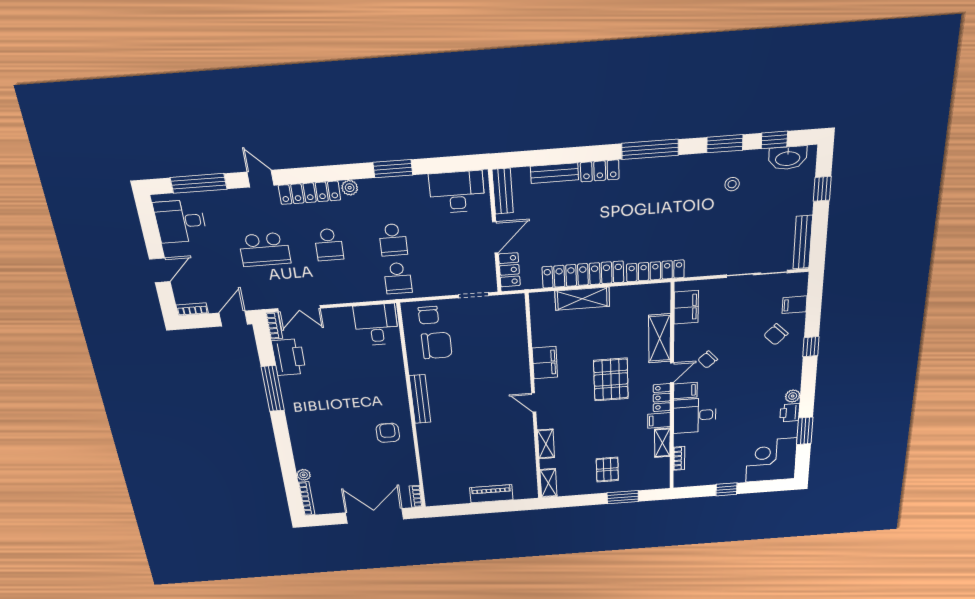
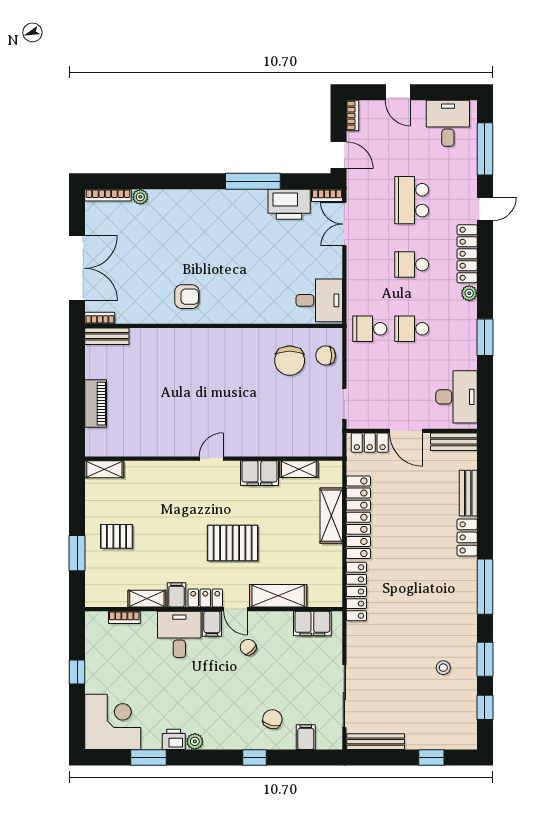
washbasin: (788, 158) -> (466, 721), removed
chair: (776, 334) -> (272, 719), turned 59
bench: (420, 399) -> (107, 336), moved, width x0.73
shelving: (546, 444) -> (299, 469), moved

